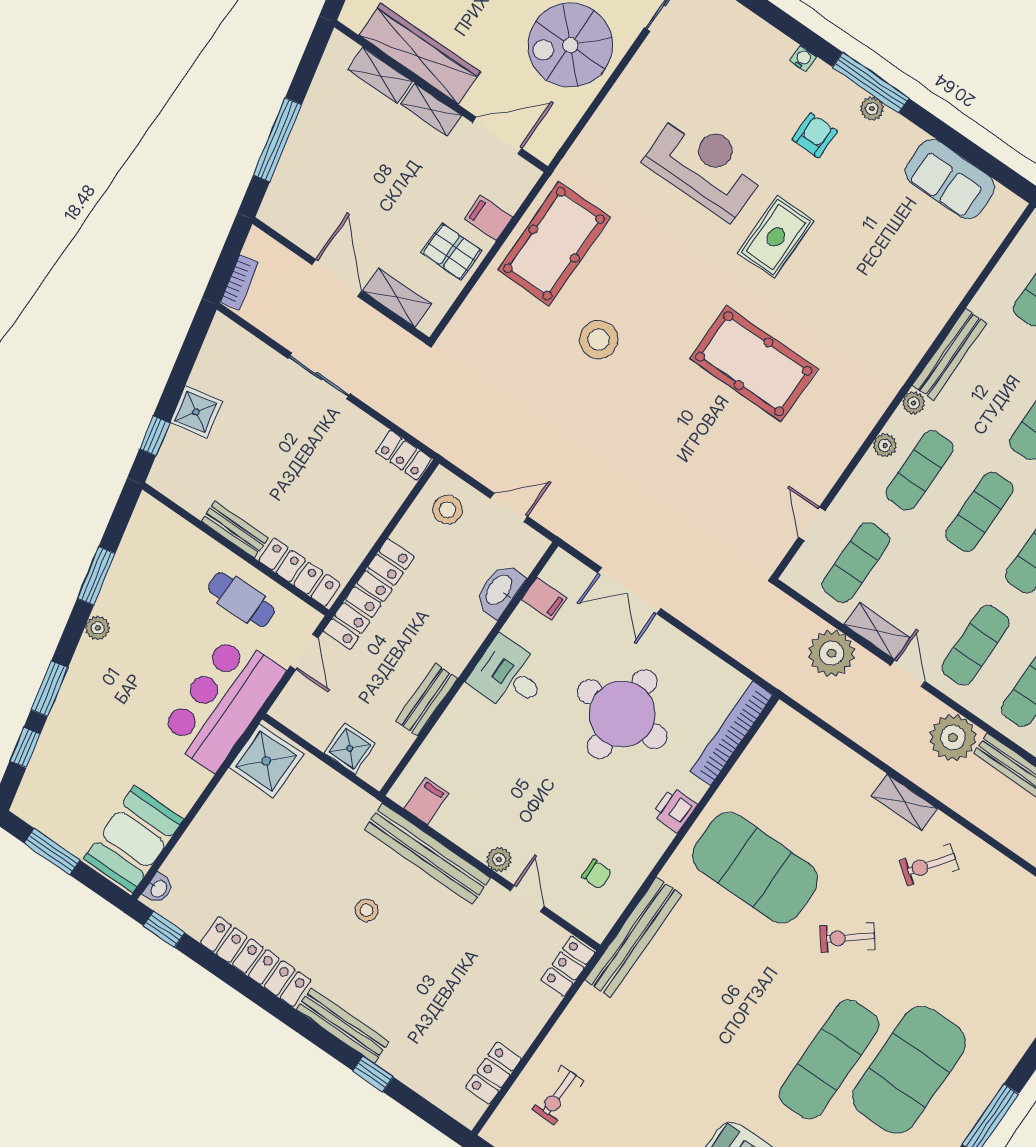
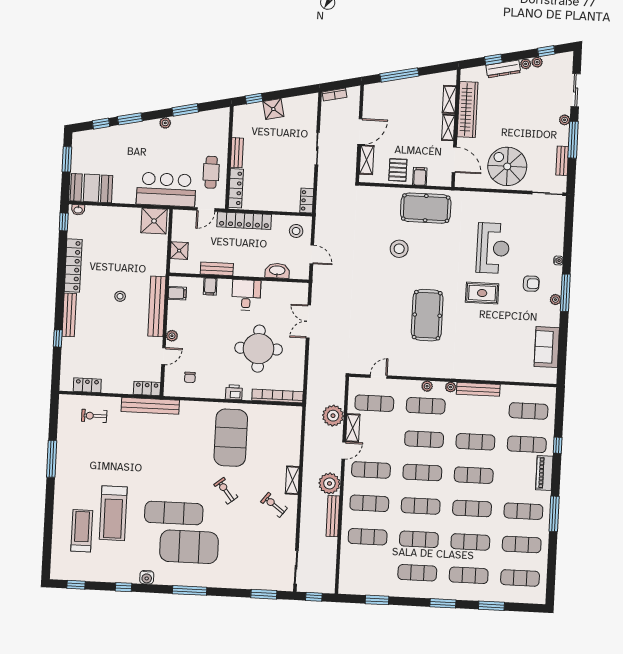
filing cabinet: (544, 599) -> (210, 286), moved
bench: (633, 937) -> (150, 406), moved

